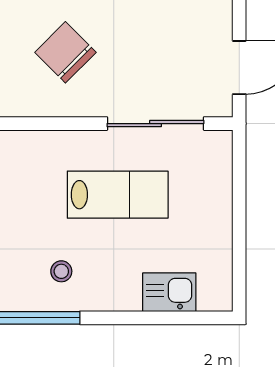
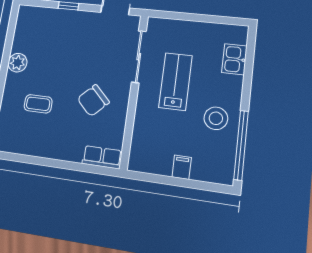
stool: (61, 271) -> (216, 118), width x1.89, depth x1.89

